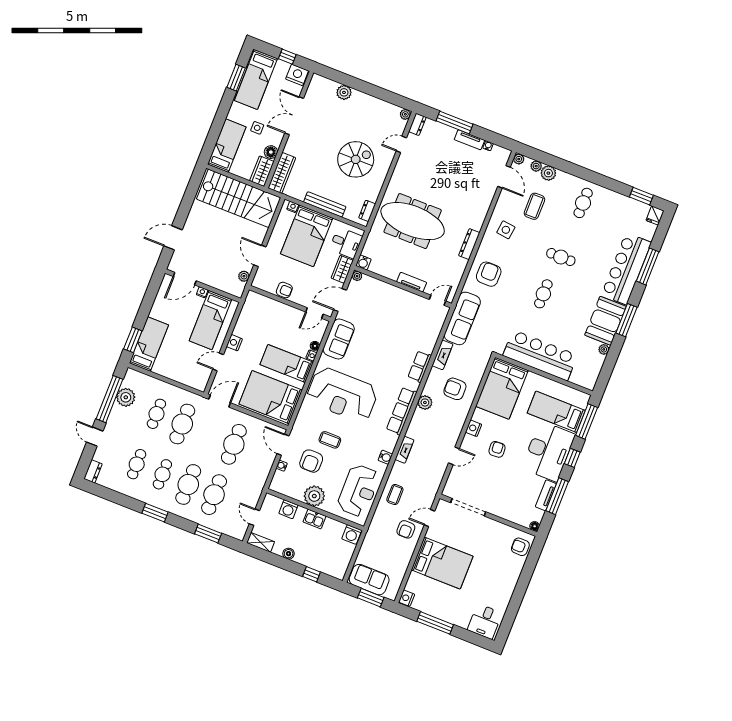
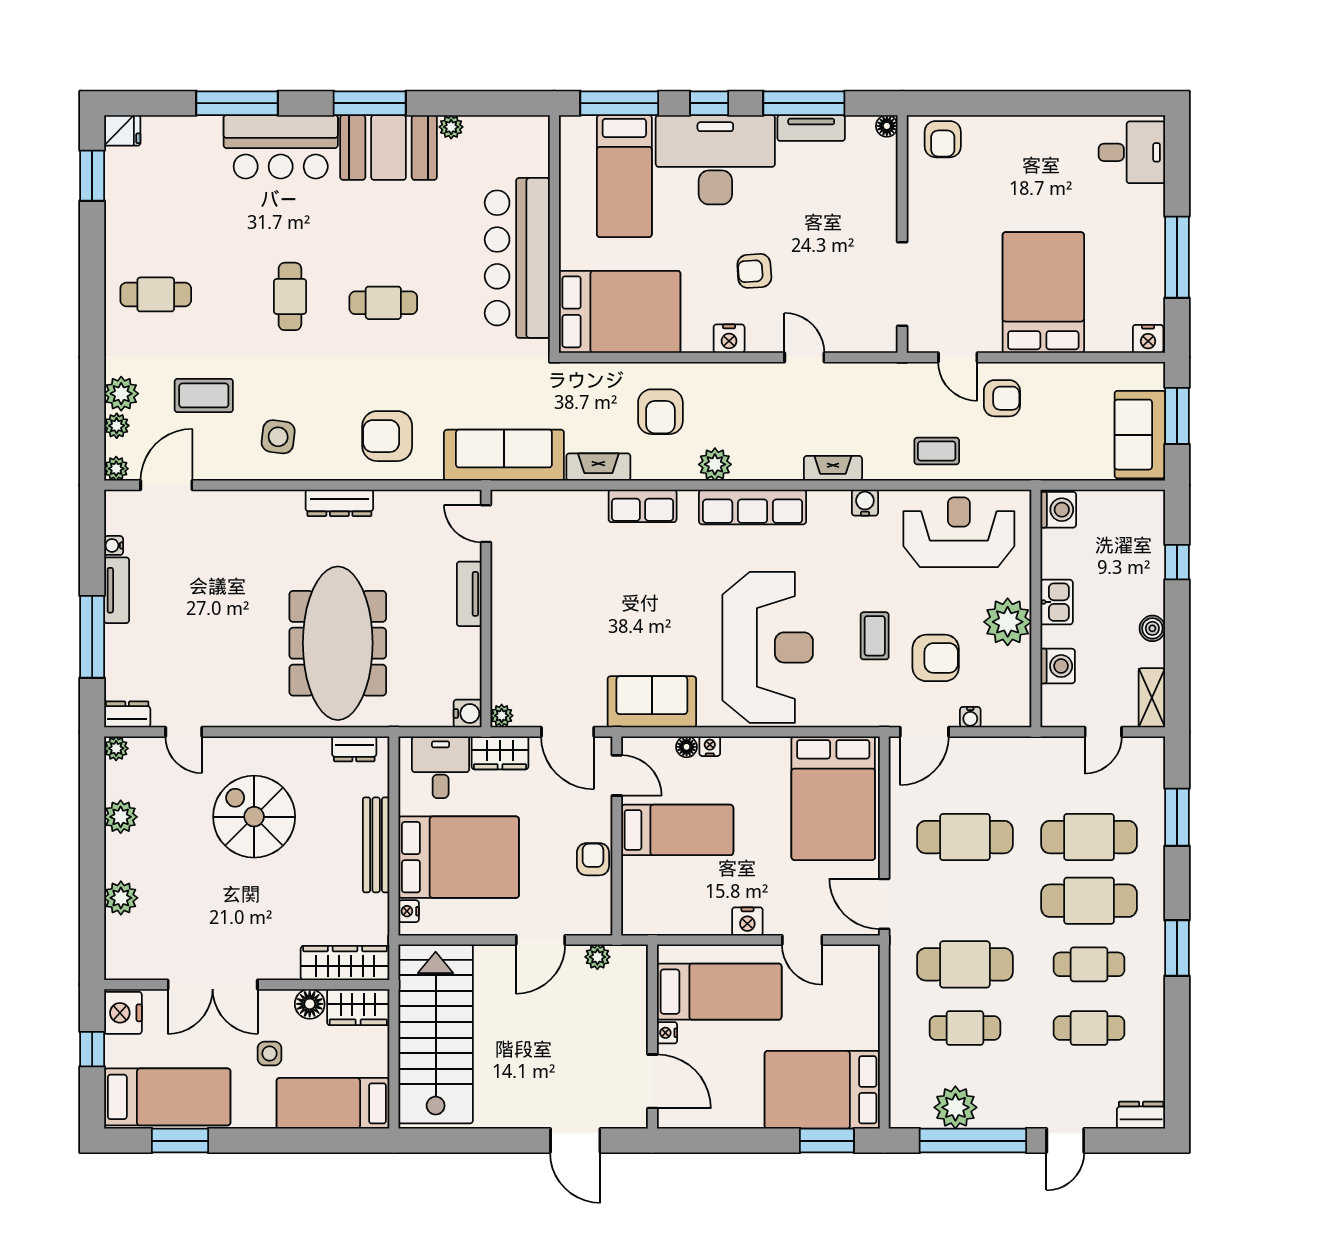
plant: (377, 105) -> (121, 817), added
bar counter: (626, 269) -> (281, 147), width x0.73
bed: (149, 344) -> (822, 1090), width x1.50
bed: (287, 363) -> (677, 830), moved, turned -90

